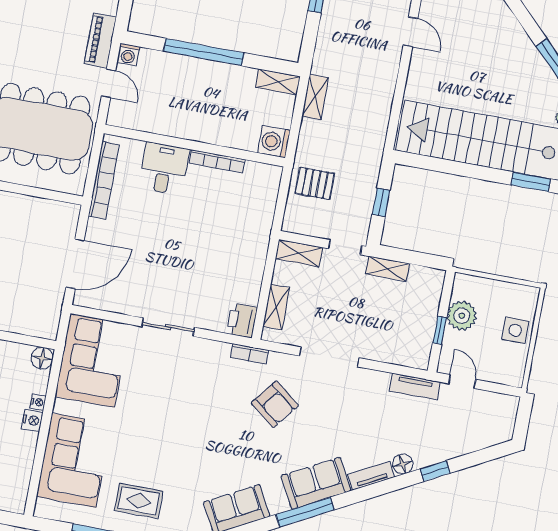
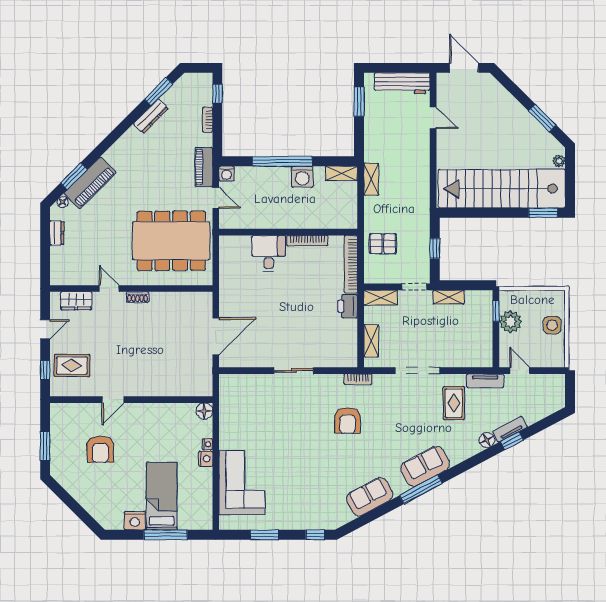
washing machine: (274, 142) -> (302, 177), moved, turned -90
bookcase: (104, 180) -> (351, 264), moved, turned 180
printer: (242, 320) -> (348, 306), moved
window: (440, 330) -> (496, 311), moved
corner sofa: (92, 360) -> (242, 406), removed
armchair: (275, 404) -> (348, 421), moved, turned 52
tv unit: (371, 476) -> (510, 429), moved
rug: (139, 501) -> (454, 403), moved, turned 90

